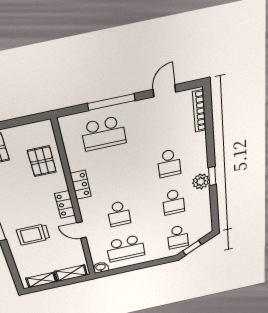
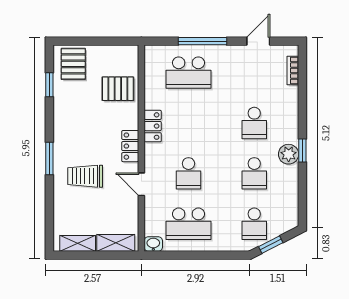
bookcase: (199, 111) -> (293, 70), width x0.64
pallet: (42, 161) -> (118, 89), turned 90

